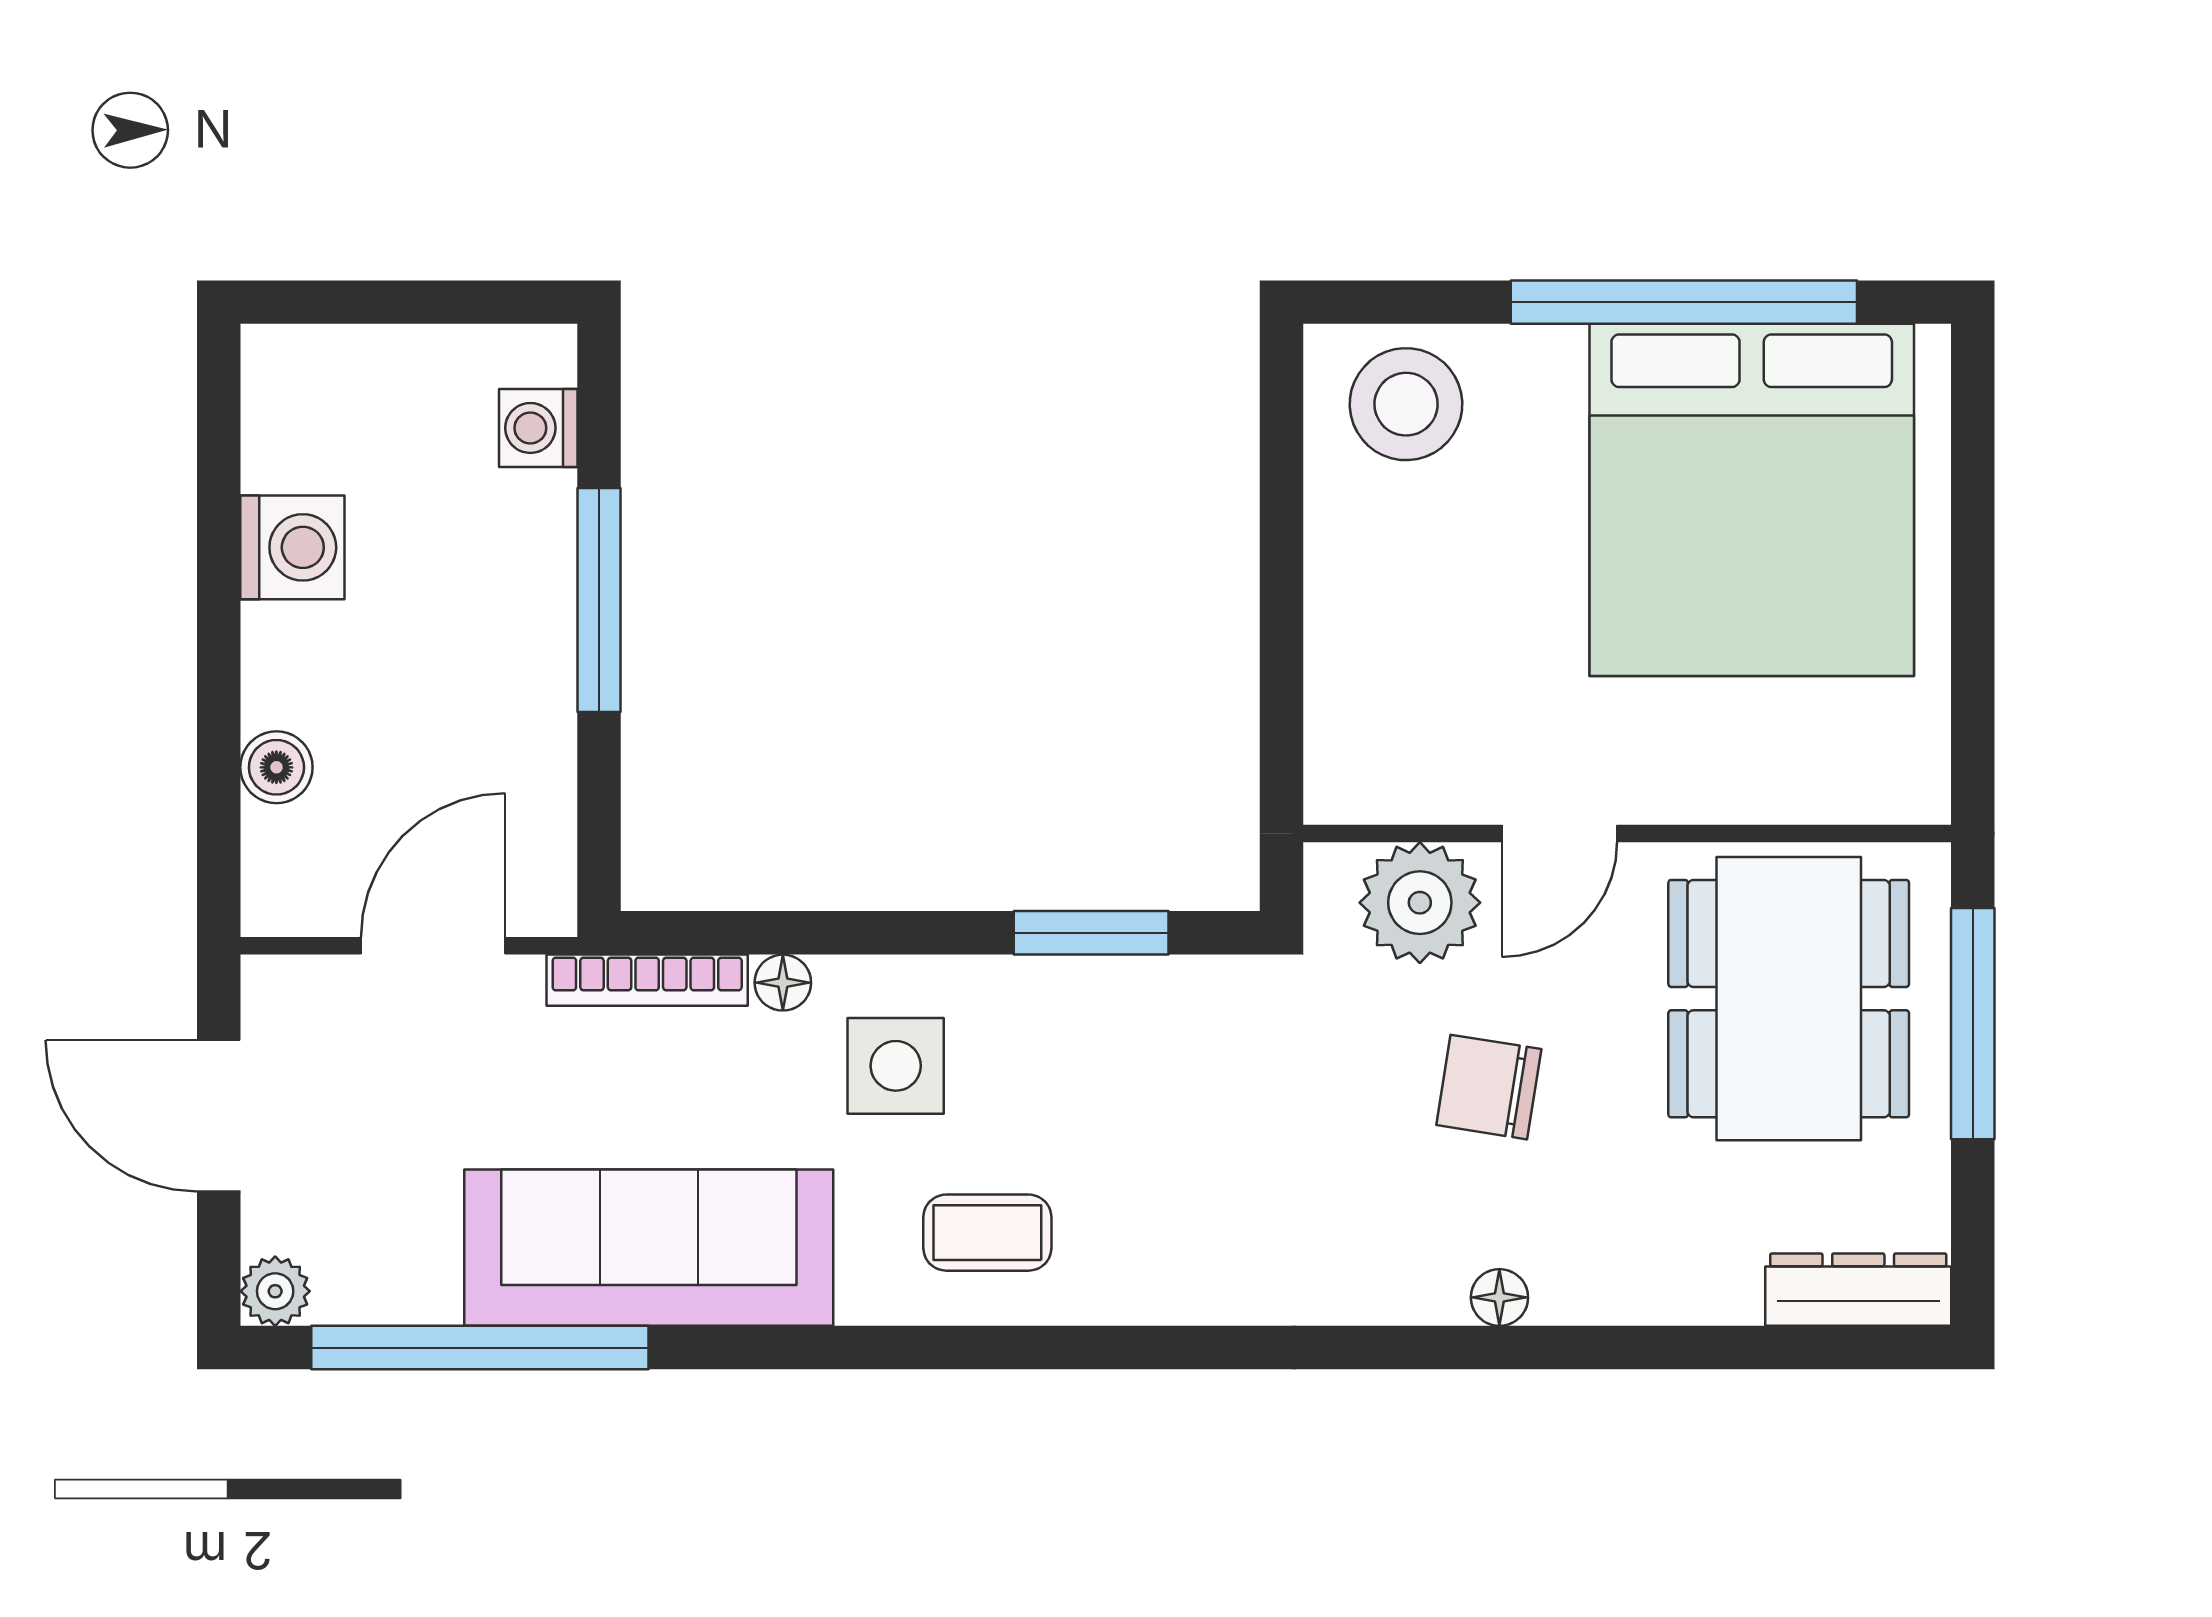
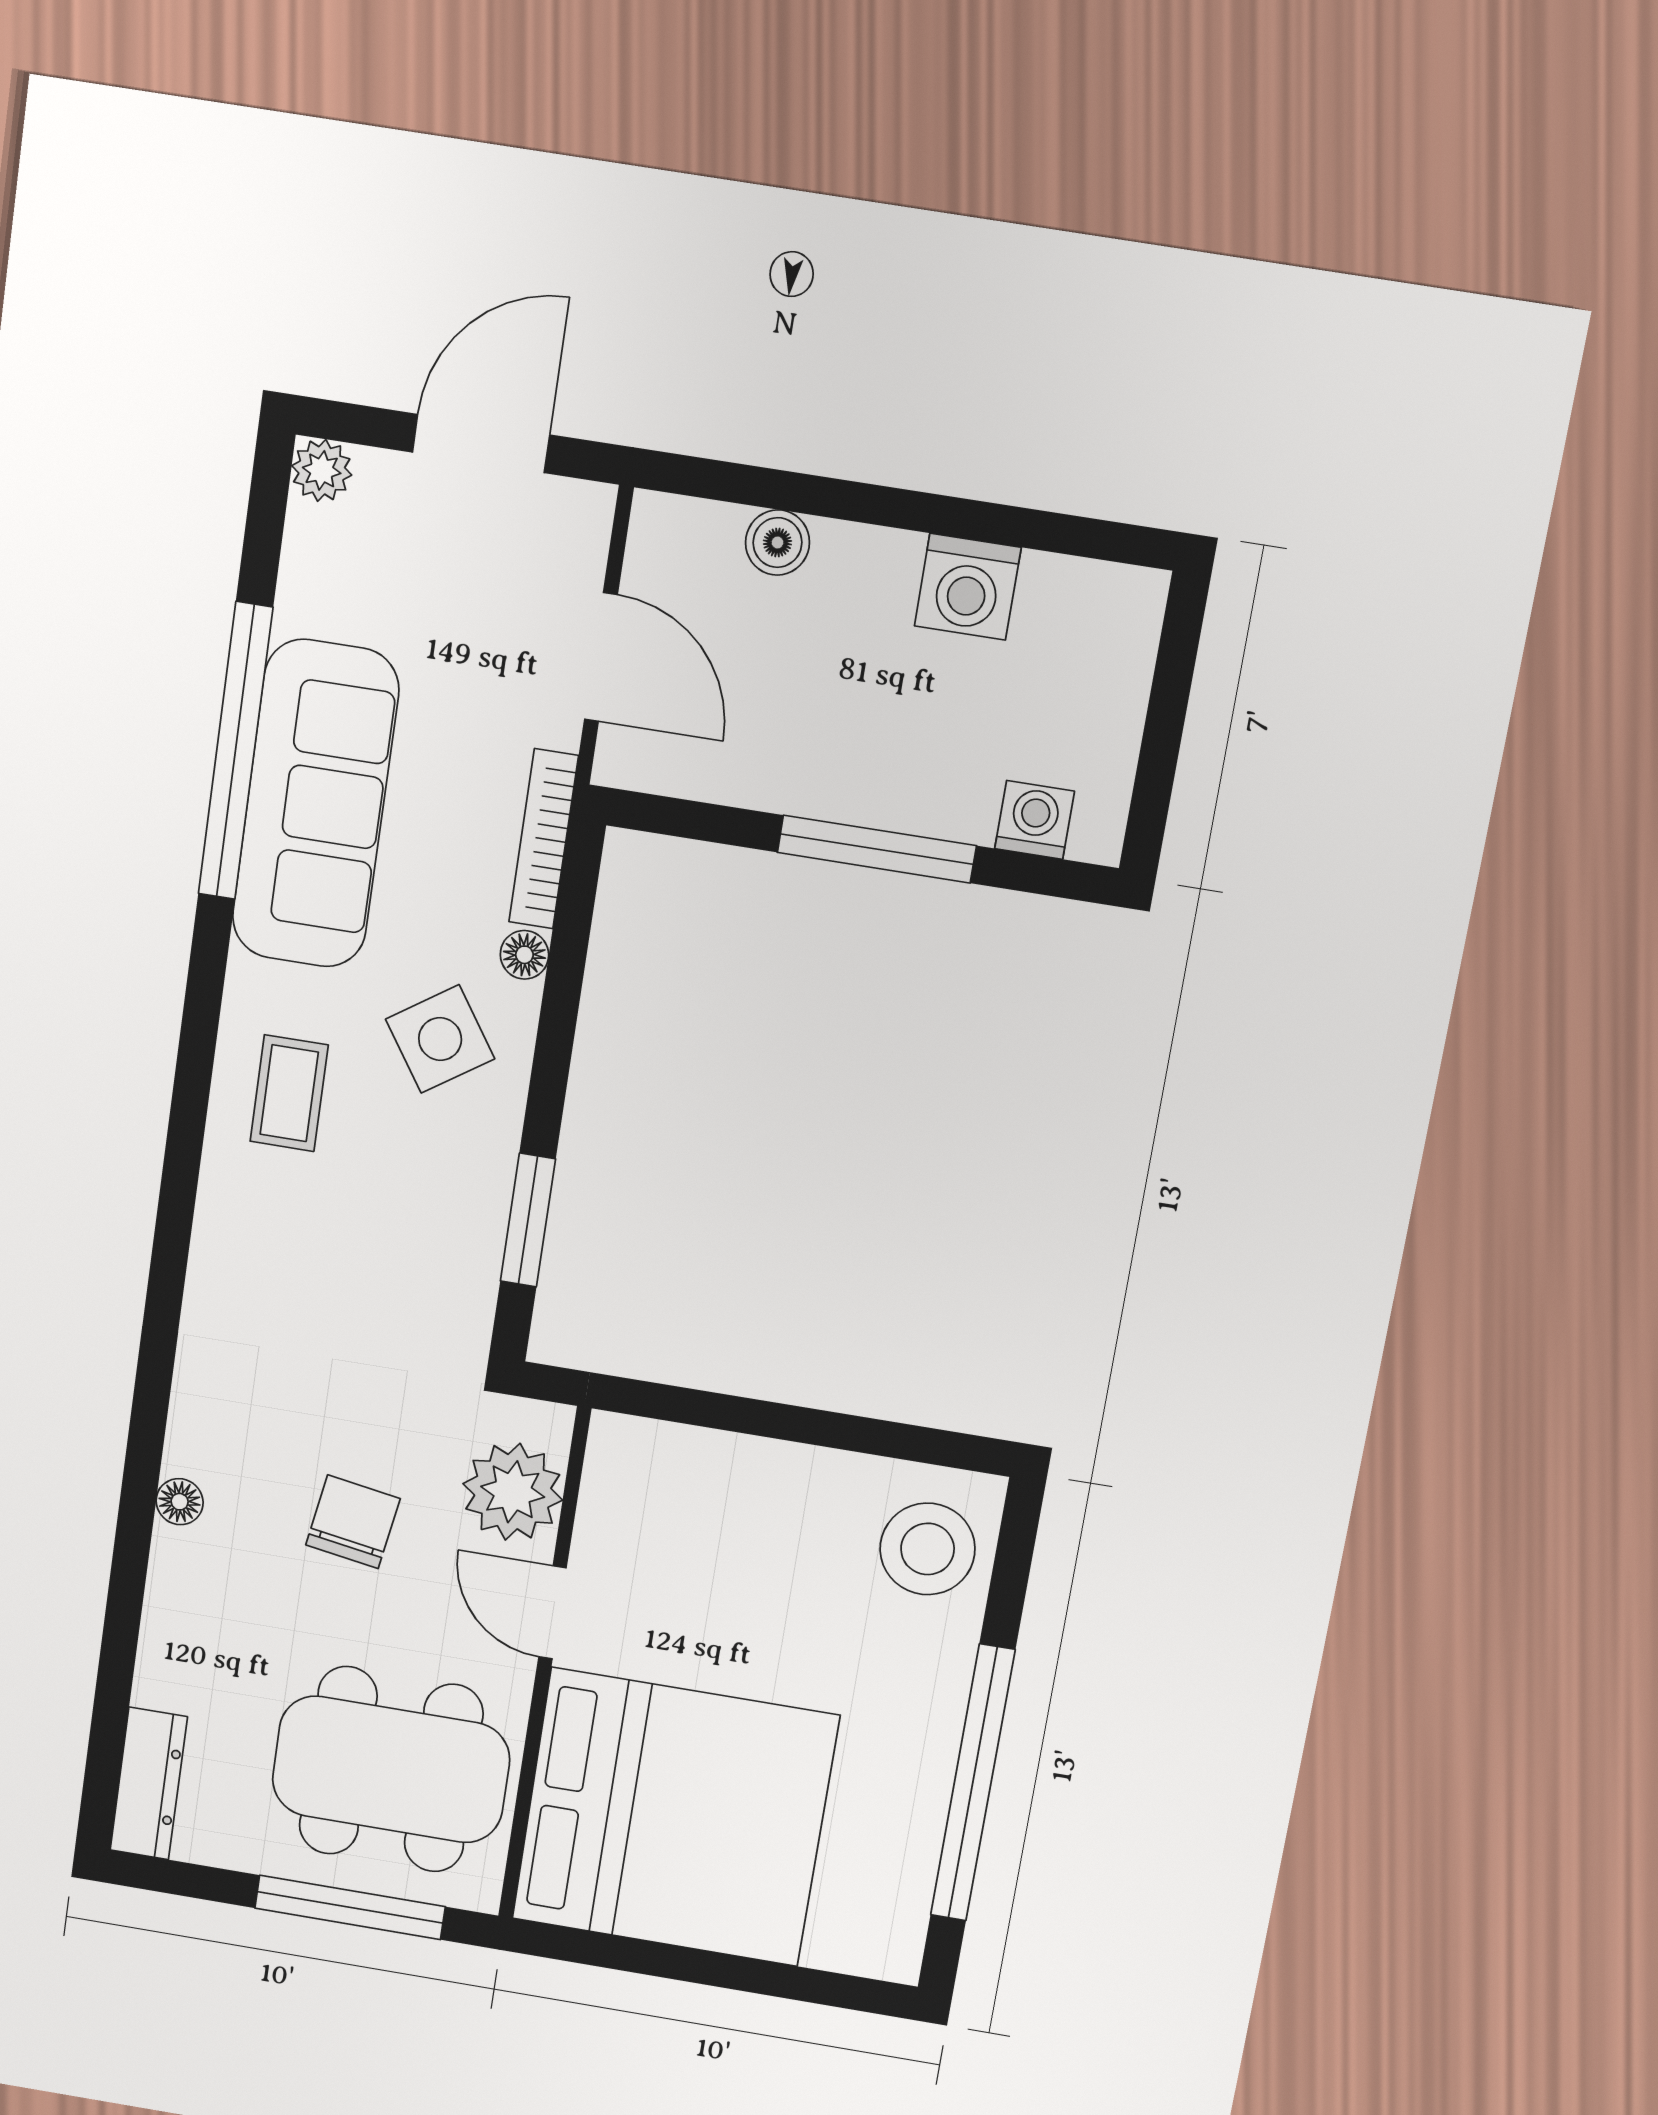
bed: (1752, 500) -> (675, 1817), moved, turned 180
side table: (896, 1066) -> (440, 1039), turned -34
window: (480, 1348) -> (235, 751), moved

